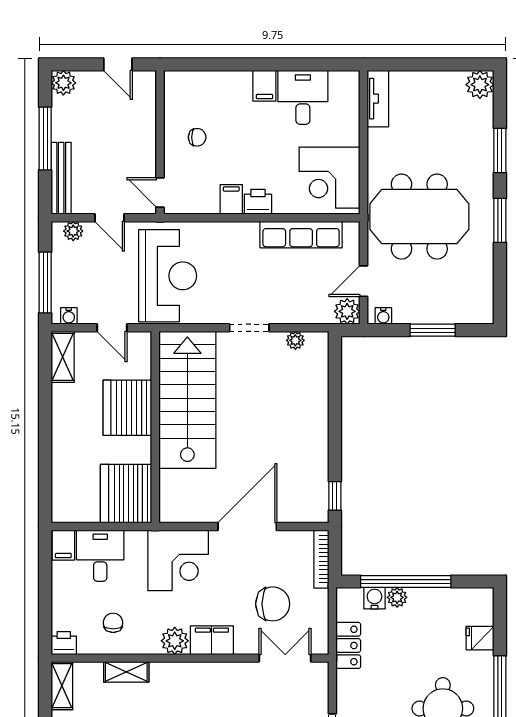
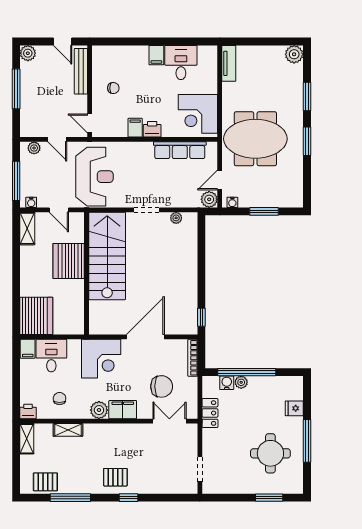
bench: (61, 178) -> (81, 71), moved
server rack: (126, 494) -> (36, 316), moved, turned 180

